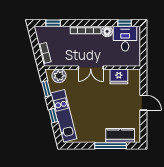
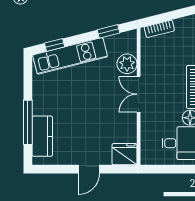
plant: (59, 76) -> (127, 64), moved
fridge: (119, 76) -> (124, 154), moved, turned 90
window: (53, 116) -> (55, 45), moved

